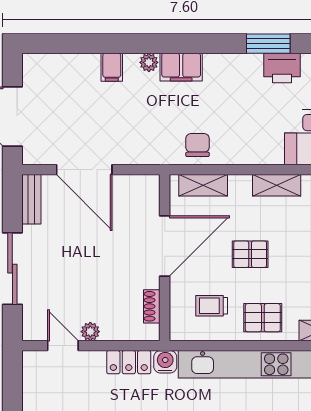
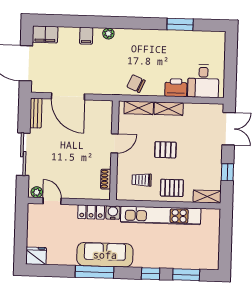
filing cabinet: (181, 67) -> (45, 34), moved
printer: (282, 68) -> (176, 88), moved, turned 180
chair: (198, 145) -> (136, 84), turned -66
shelving: (277, 185) -> (169, 109), moved
door: (165, 246) -> (115, 143), width x0.53
plant: (90, 332) -> (37, 192), moved

